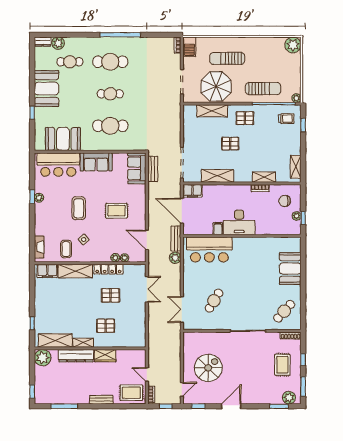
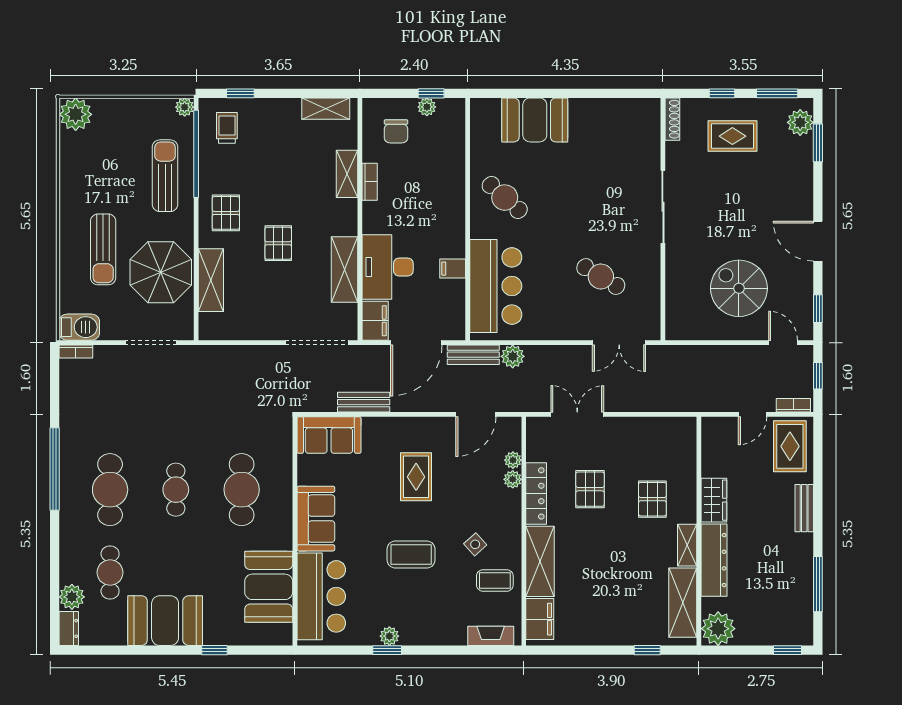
bench: (153, 169) -> (364, 402), moved
desk: (239, 222) -> (388, 267), moved, turned 180
cafe table: (284, 311) -> (505, 198), moved

